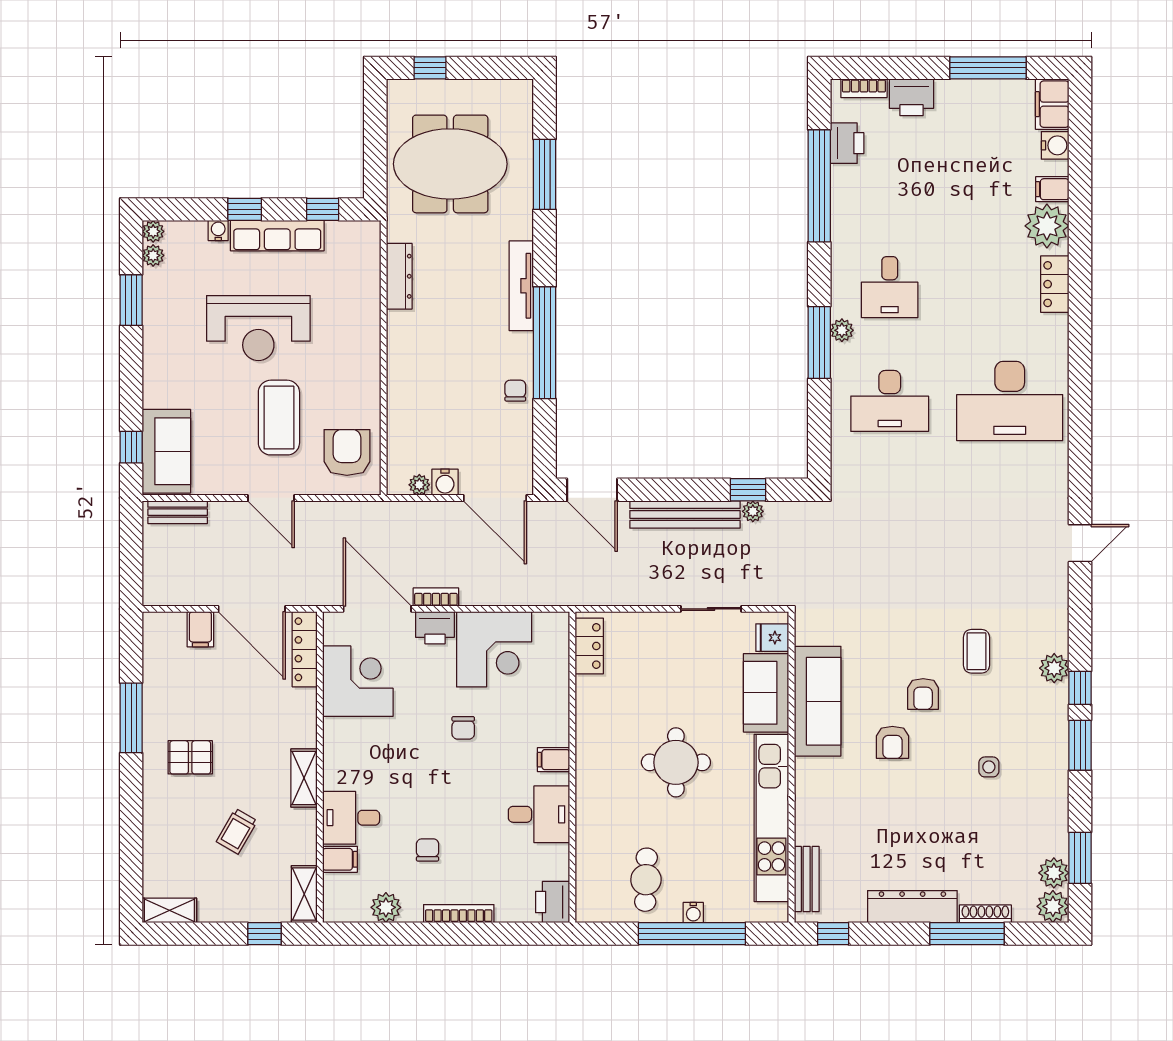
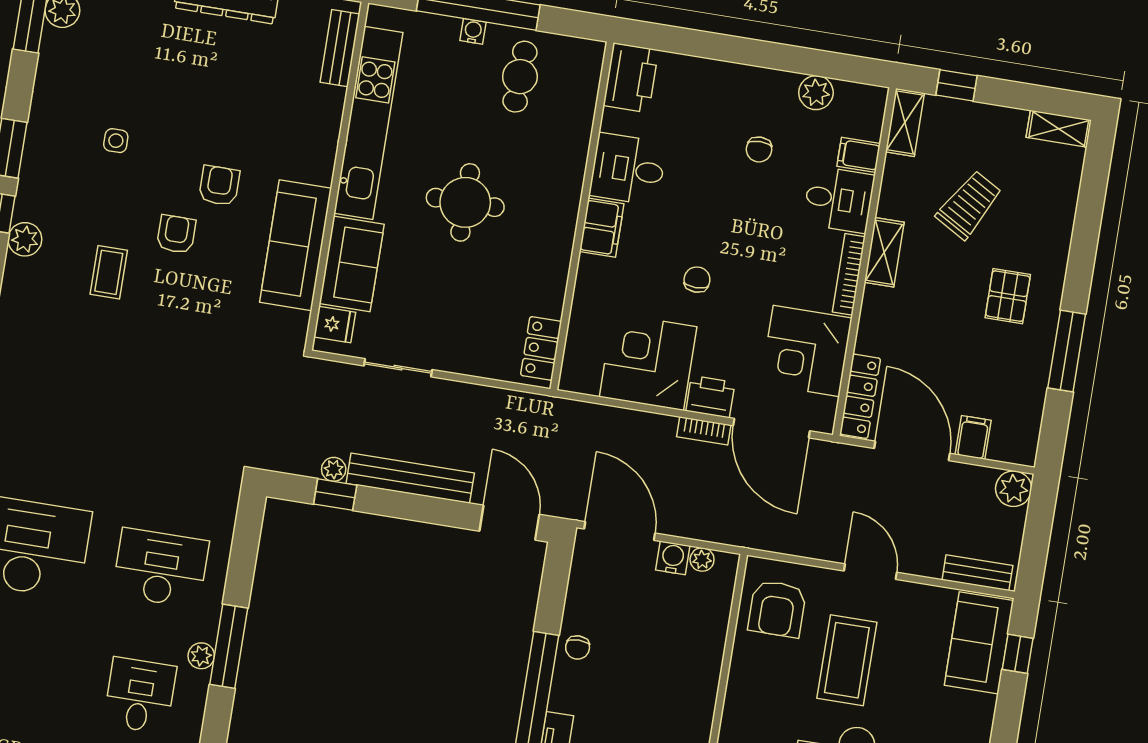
plant: (158, 590) -> (1014, 489), added
pallet: (190, 757) -> (1008, 296), turned 90
filing cabinet: (553, 760) -> (602, 228), width x2.00
trolley: (237, 831) -> (969, 205), width x1.36, depth x1.39
printer: (553, 902) -> (631, 78), width x1.37, depth x1.19
bookcase: (459, 914) -> (849, 274), moved, turned 90

